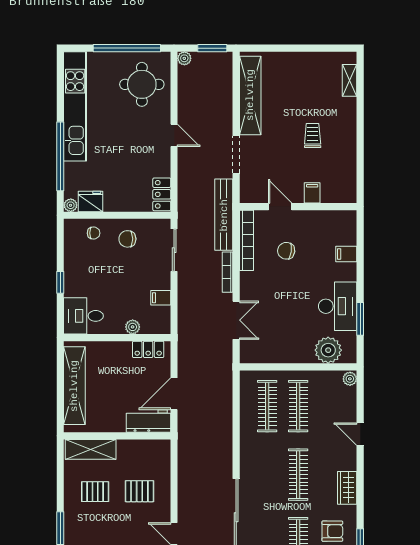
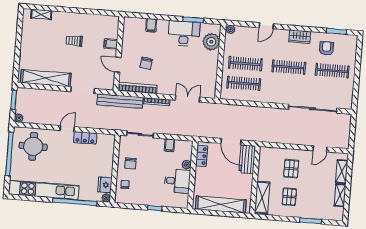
locker: (162, 194) -> (85, 138), moved
door: (280, 207) -> (118, 65), hinge flipped
desk: (83, 316) -> (177, 181), moved, turned -90

